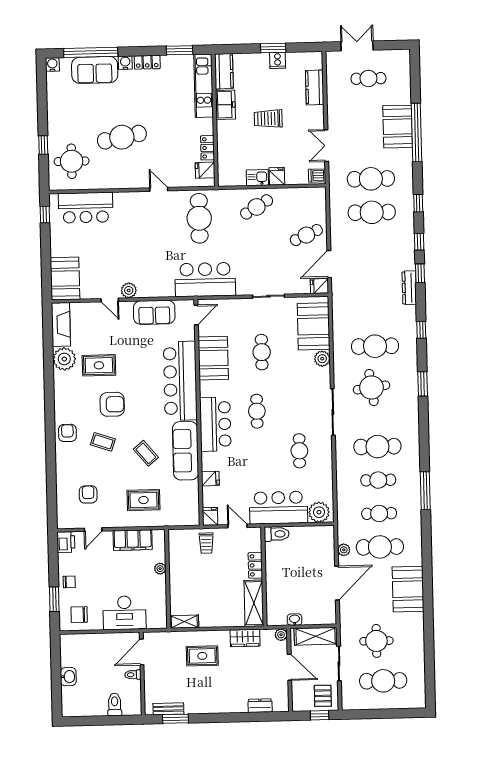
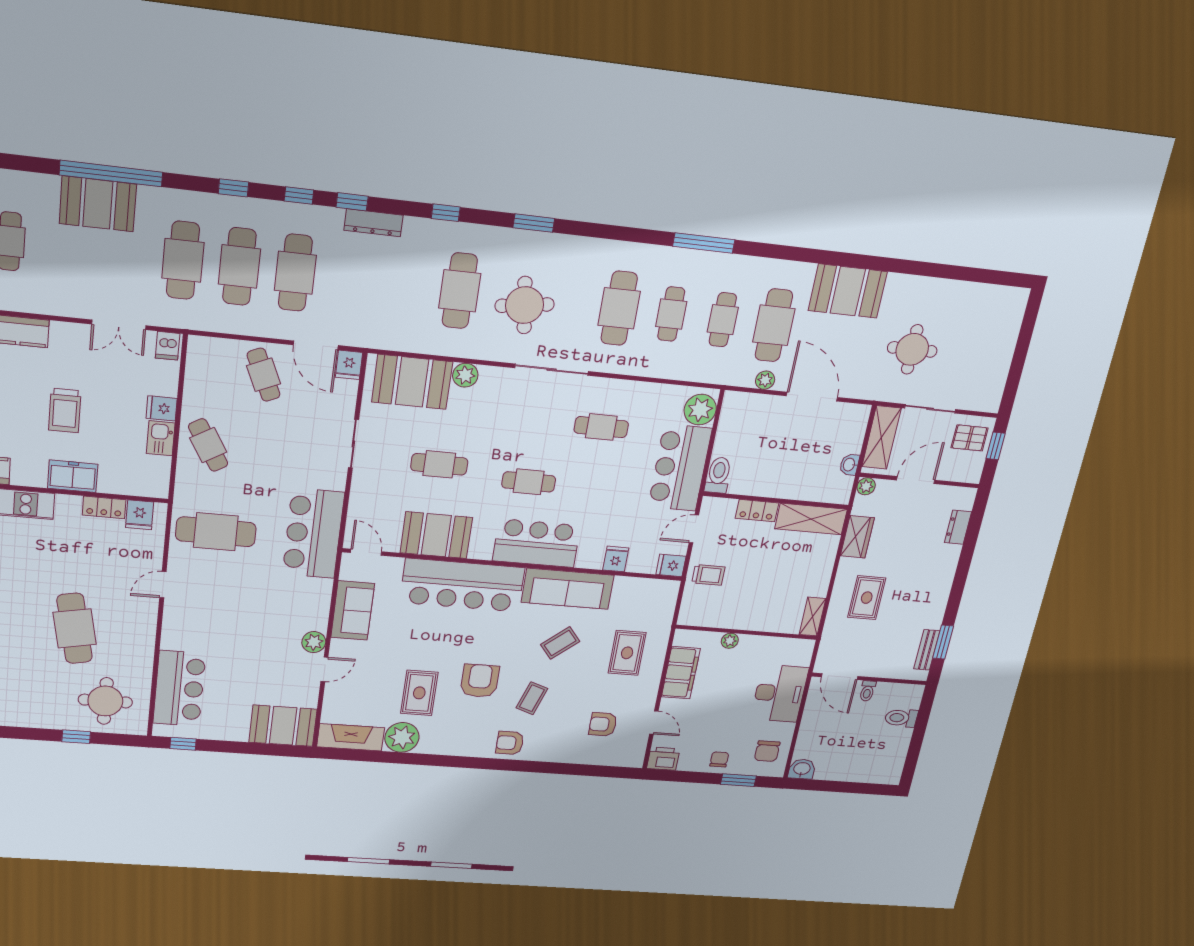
freezer: (225, 105) -> (73, 476), moved
washbasin: (68, 677) -> (802, 769), moved
cafe table: (383, 681) -> (295, 273), moved

